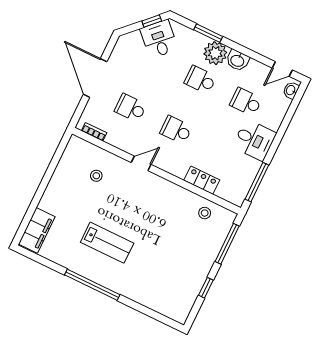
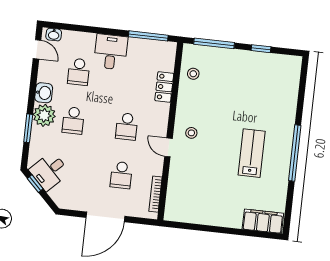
bookcase: (94, 132) -> (155, 194), width x1.56
stool: (96, 176) -> (191, 133), moved

